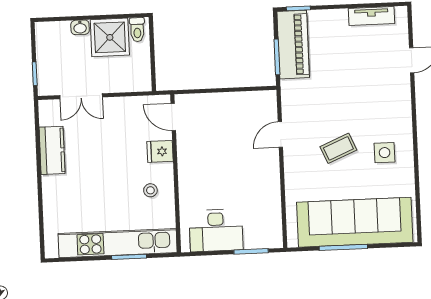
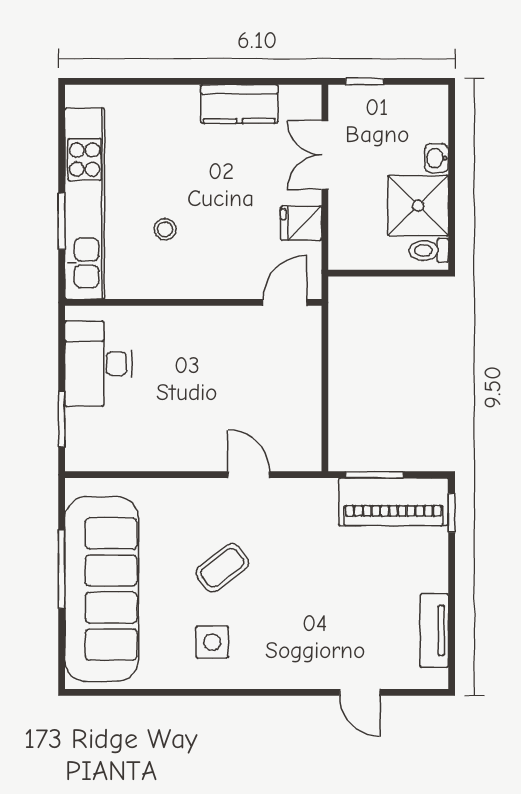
coffee table: (338, 148) -> (222, 568), turned 75
fridge: (160, 151) -> (301, 223), moved, turned -90
stool: (150, 190) -> (165, 229), moved

